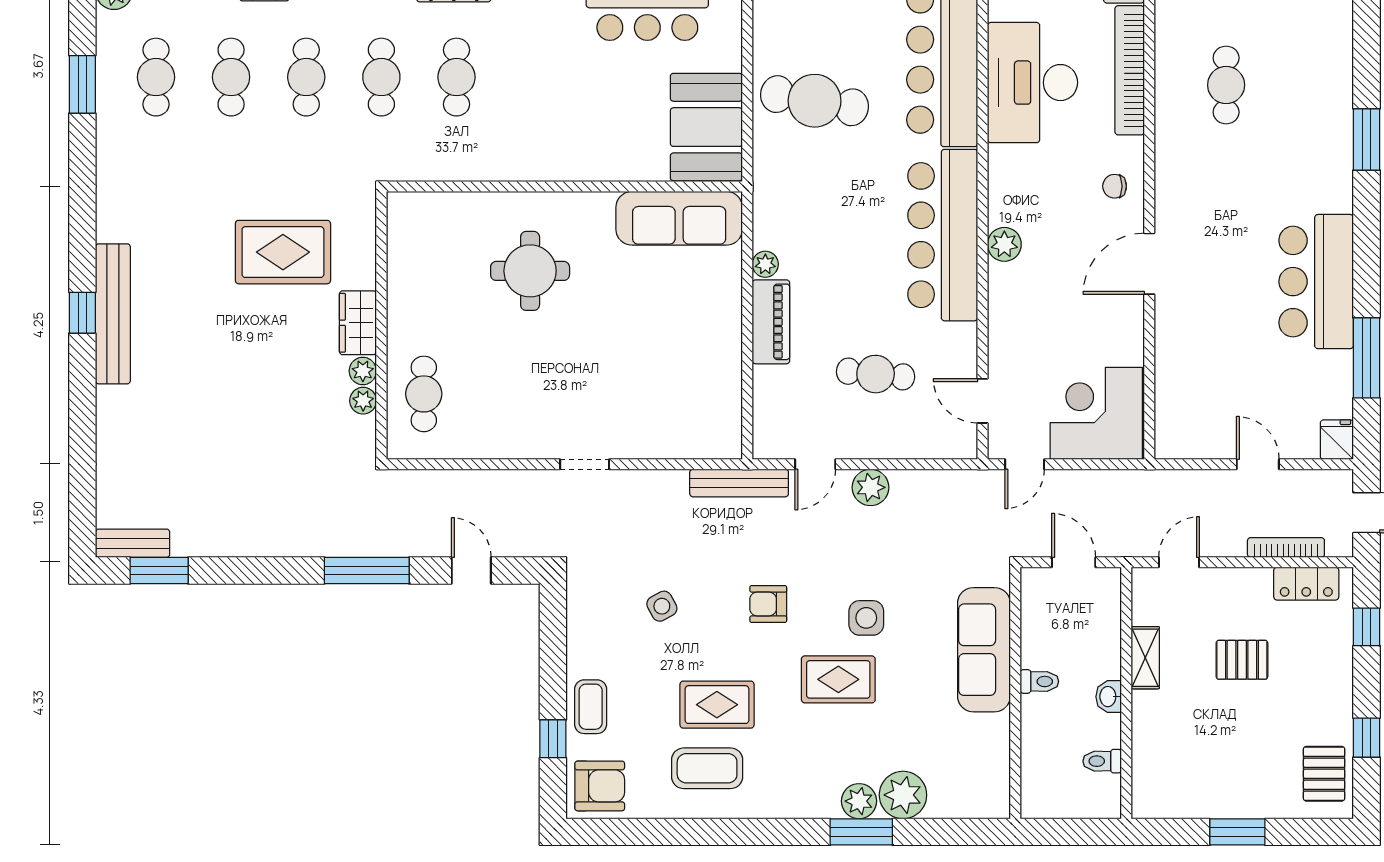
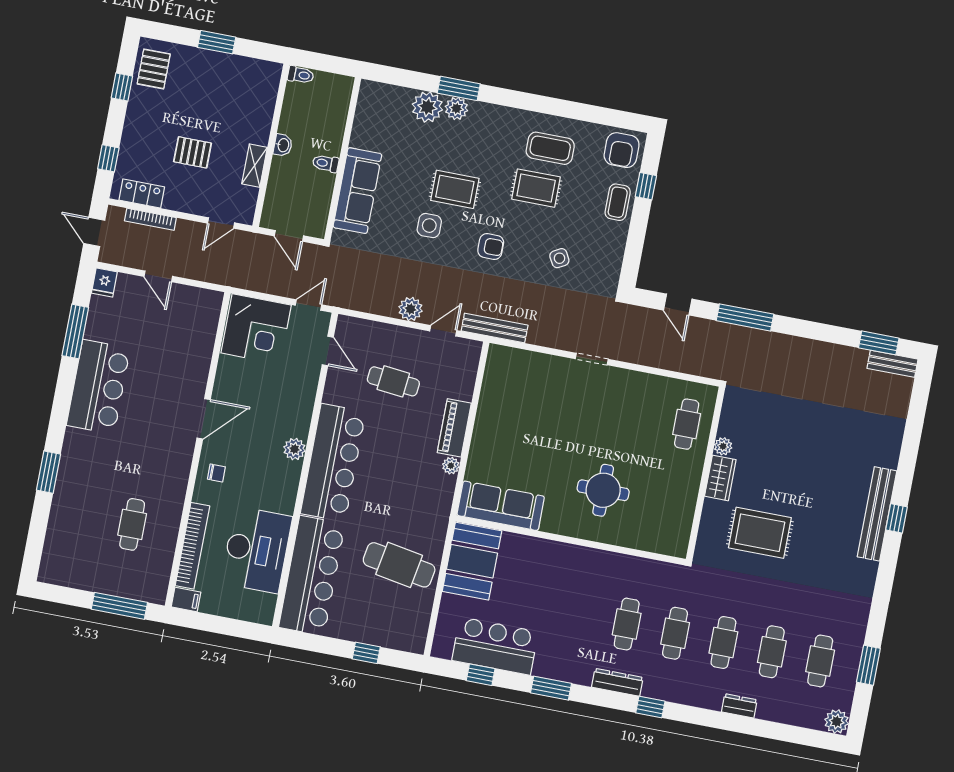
plant: (363, 401) -> (727, 427), removed
toilet: (1102, 761) -> (301, 75), moved
armchair: (600, 786) -> (622, 150), turned -90

